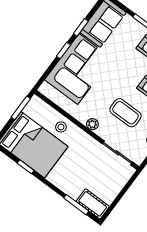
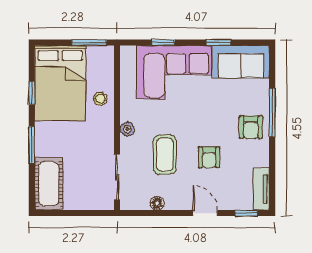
window: (64, 51) -> (163, 43), moved
cot: (93, 204) -> (49, 184), width x1.37, depth x1.34
window: (76, 205) -> (32, 145), moved

